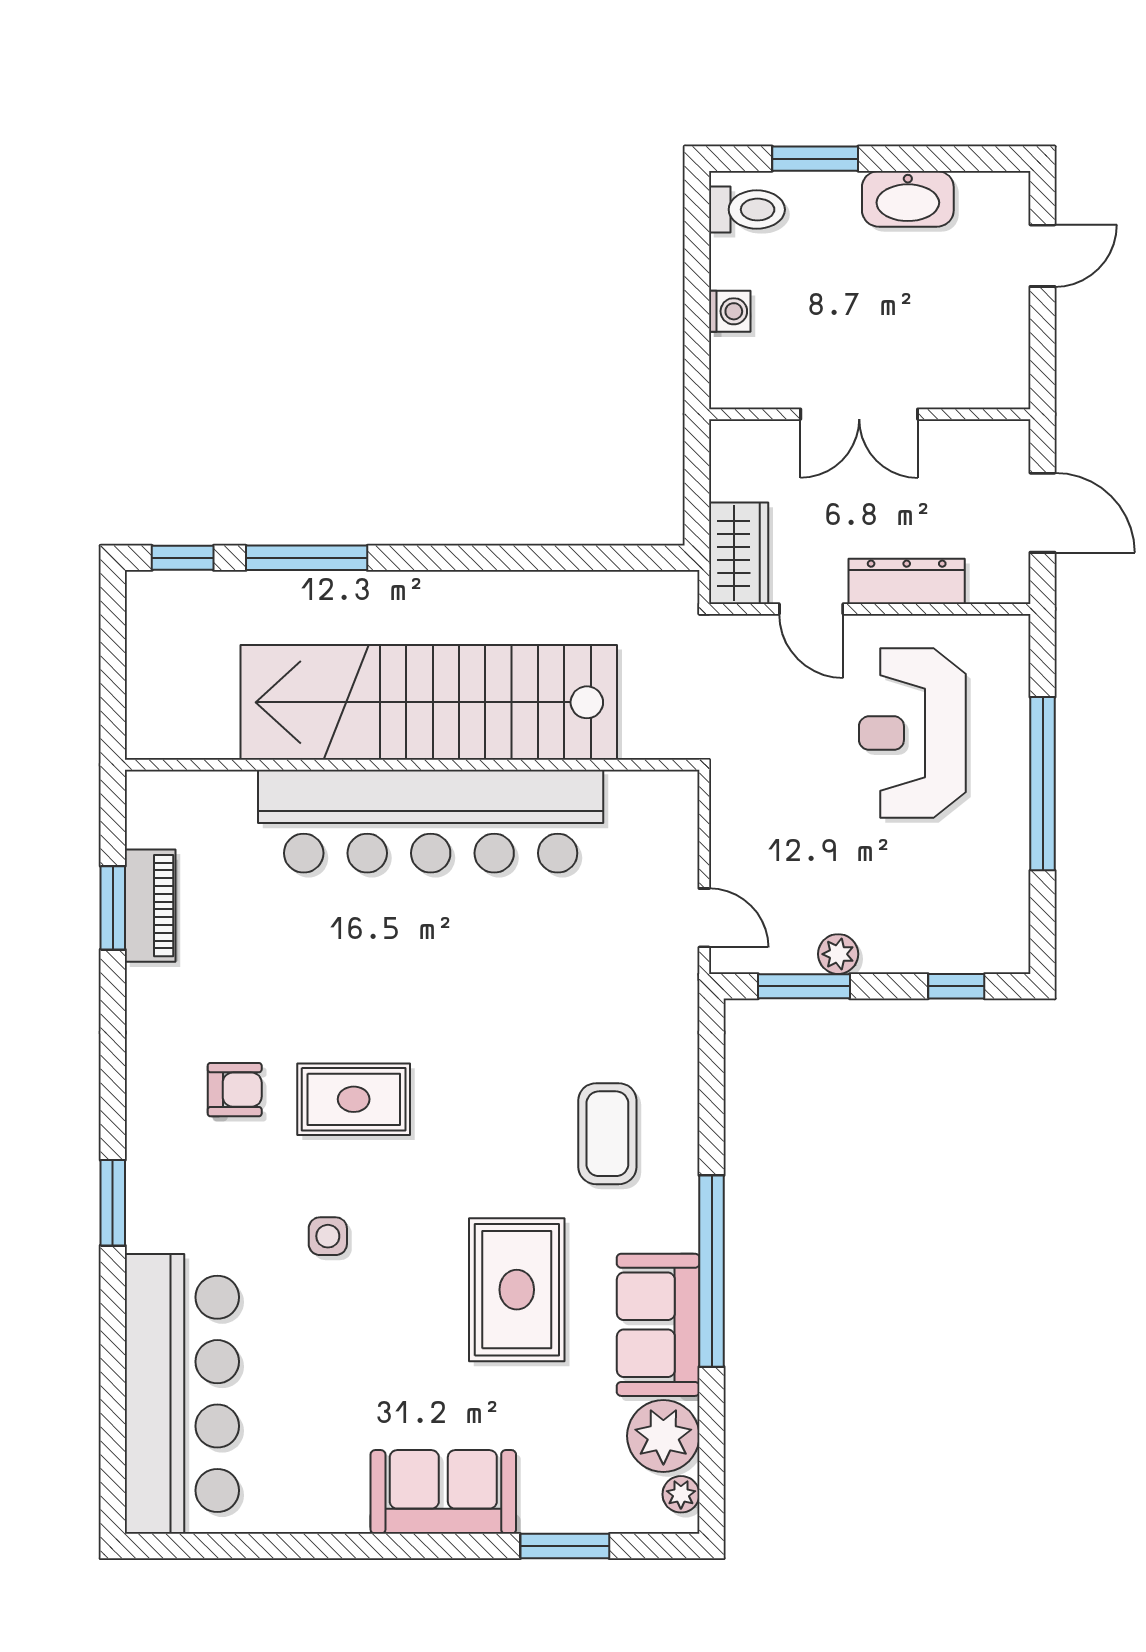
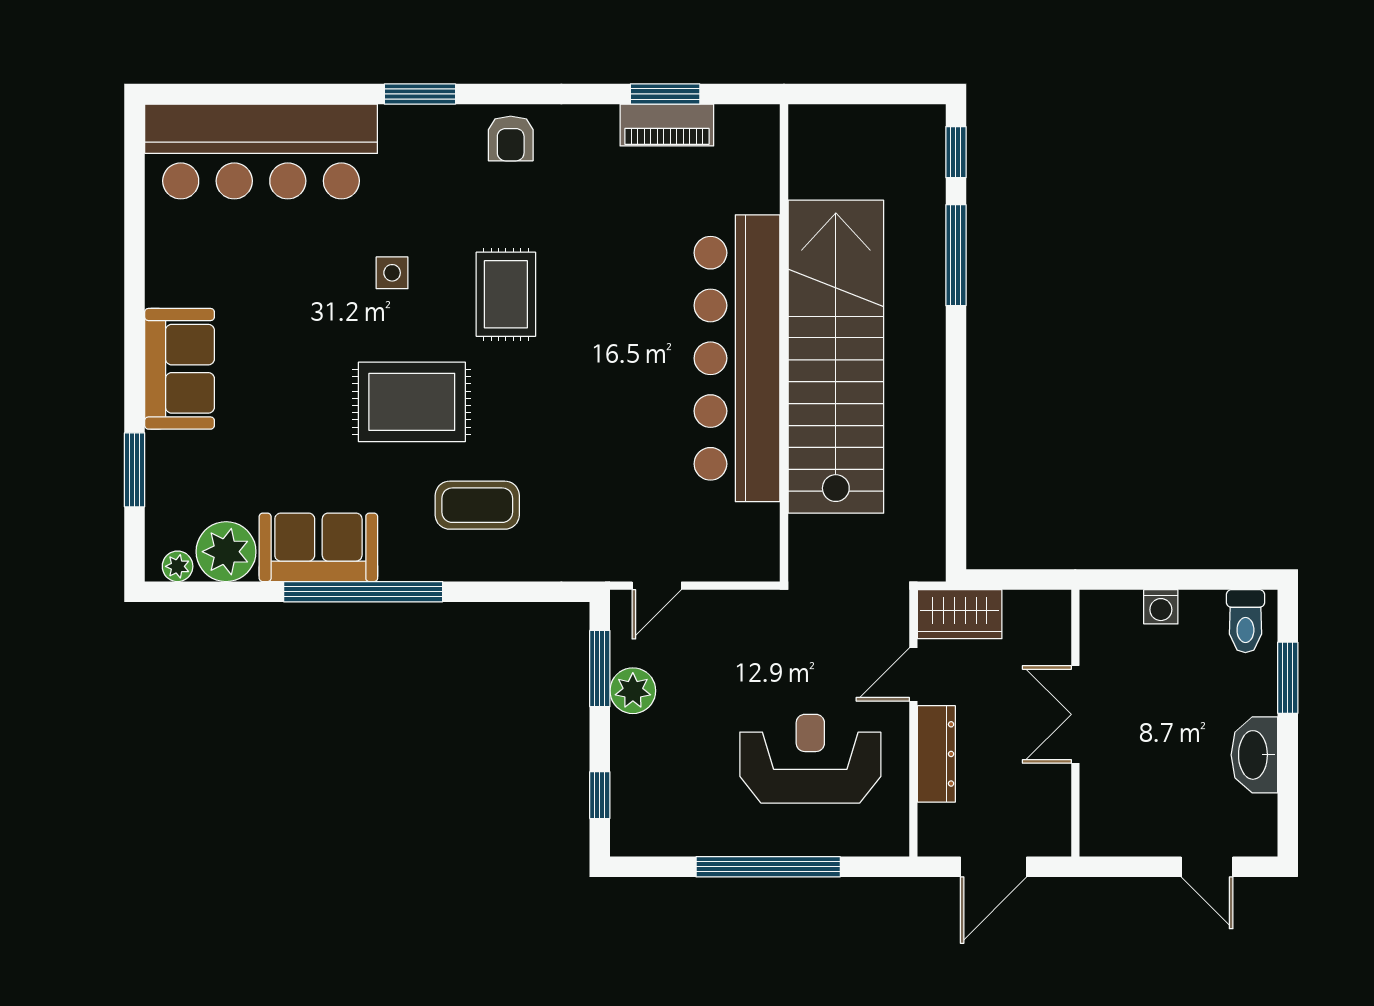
plant: (838, 954) -> (633, 691), width x1.38, depth x1.38
armchair: (235, 1090) -> (511, 138), moved
rug: (517, 1290) -> (412, 402), moved

